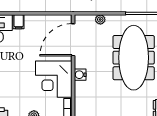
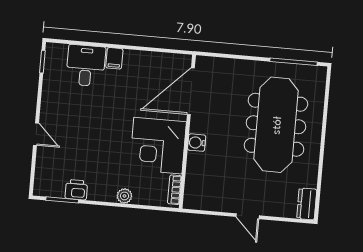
plant: (100, 19) -> (233, 65), removed

